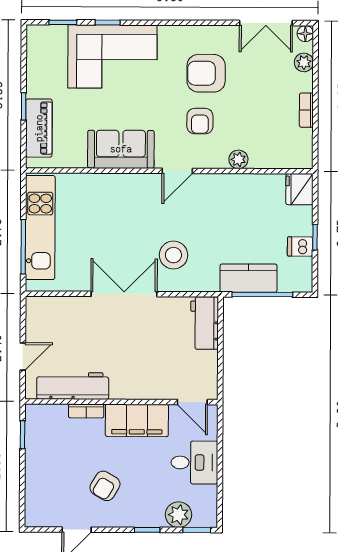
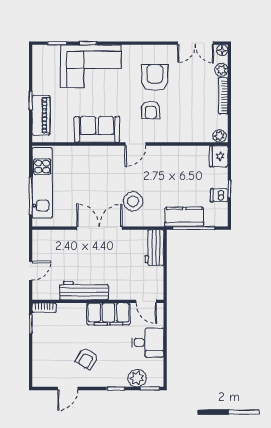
armchair: (206, 73) -> (155, 77), turned 90
bookcase: (306, 110) -> (223, 96), width x1.56
plant: (238, 159) -> (220, 136), moved
workbench: (73, 386) -> (84, 291), moved
bookcase: (86, 411) -> (44, 308), moved

